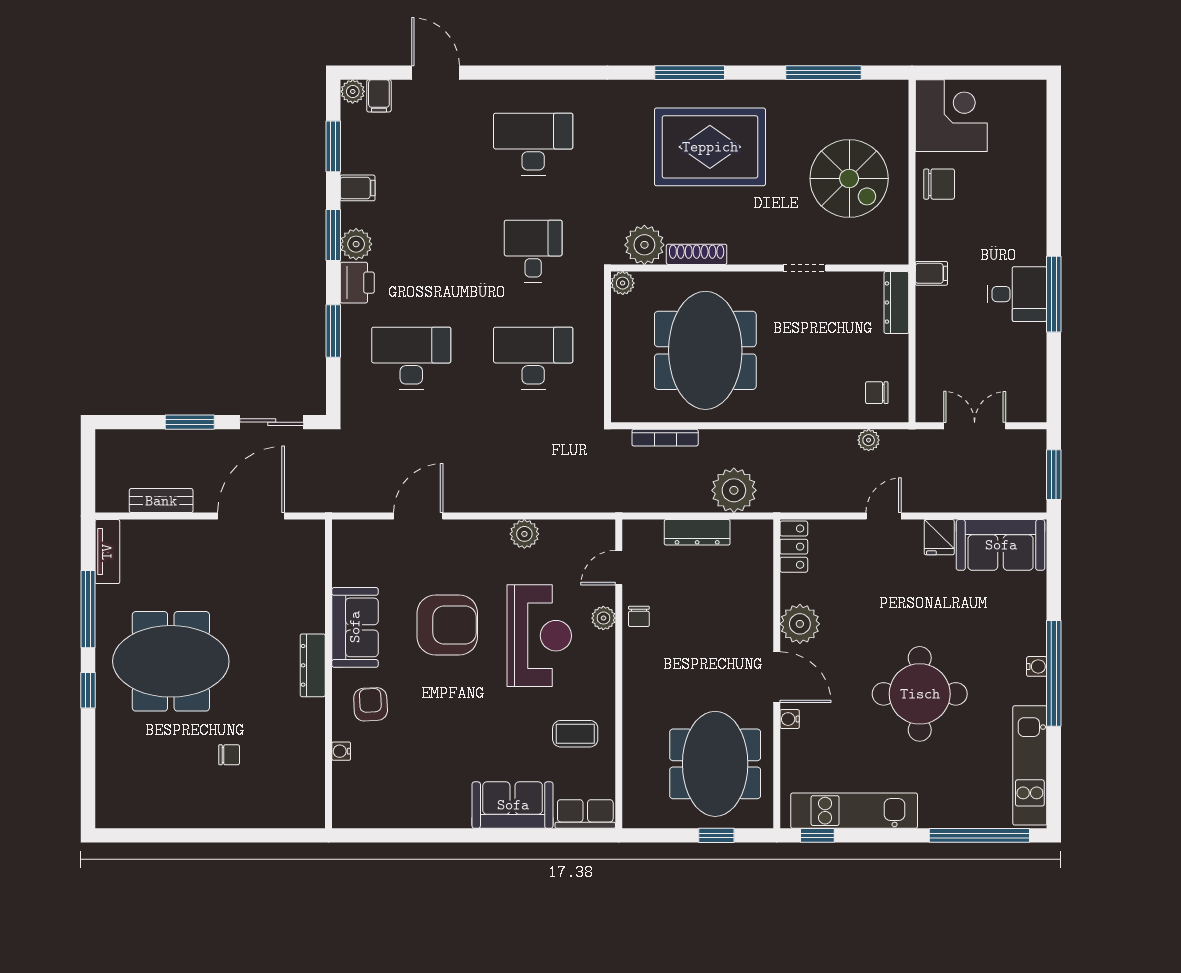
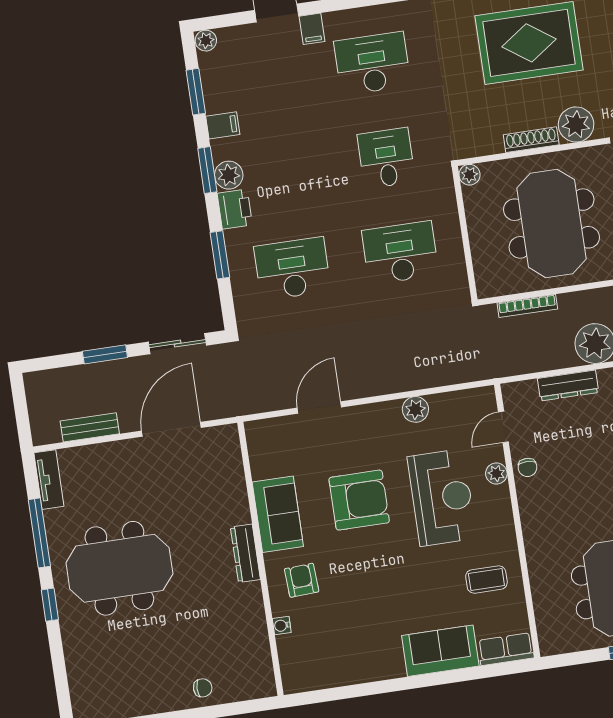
filing cabinet: (379, 96) -> (312, 29), moved
plant: (644, 245) -> (576, 124), moved
chair: (229, 755) -> (203, 688), moved

